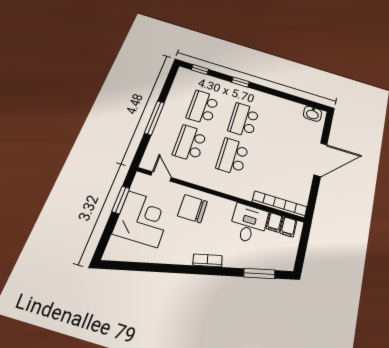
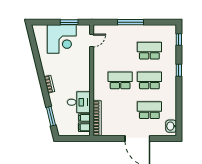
school desk: (190, 143) -> (149, 110), moved
chair: (193, 209) -> (77, 66), removed

